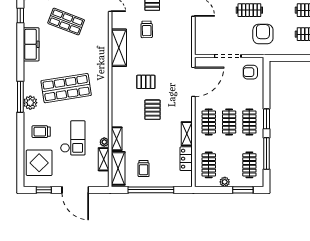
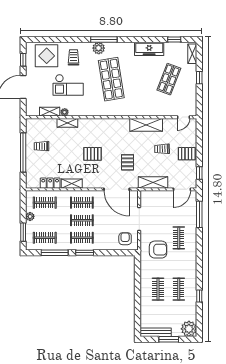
pallet: (146, 82) -> (128, 162), moved
shelving: (118, 168) -> (153, 182), moved

